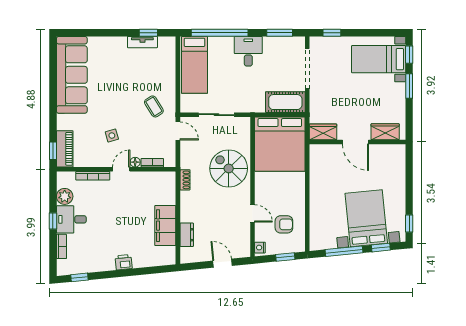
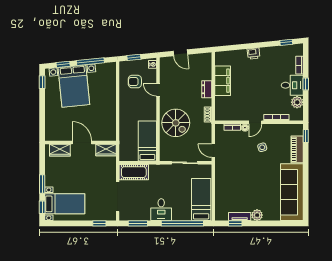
plant: (119, 44) -> (257, 215), added
coffee table: (154, 106) -> (231, 169), removed
bed: (280, 144) -> (147, 141), width x0.49
piano: (65, 149) -> (297, 149), moved
dresser: (187, 235) -> (207, 89), moved

